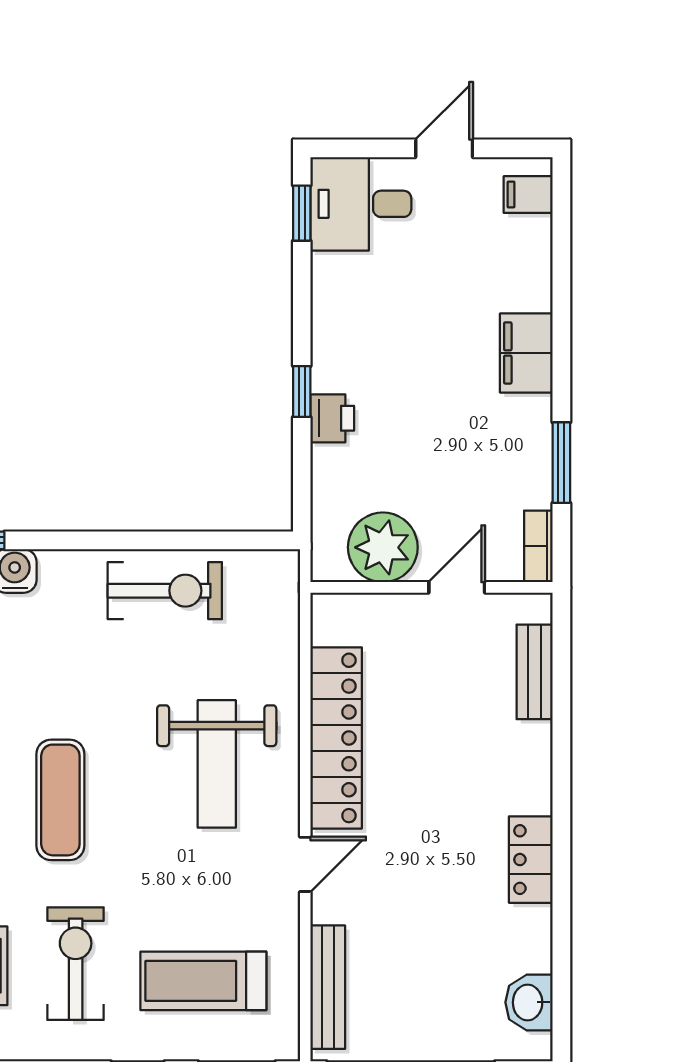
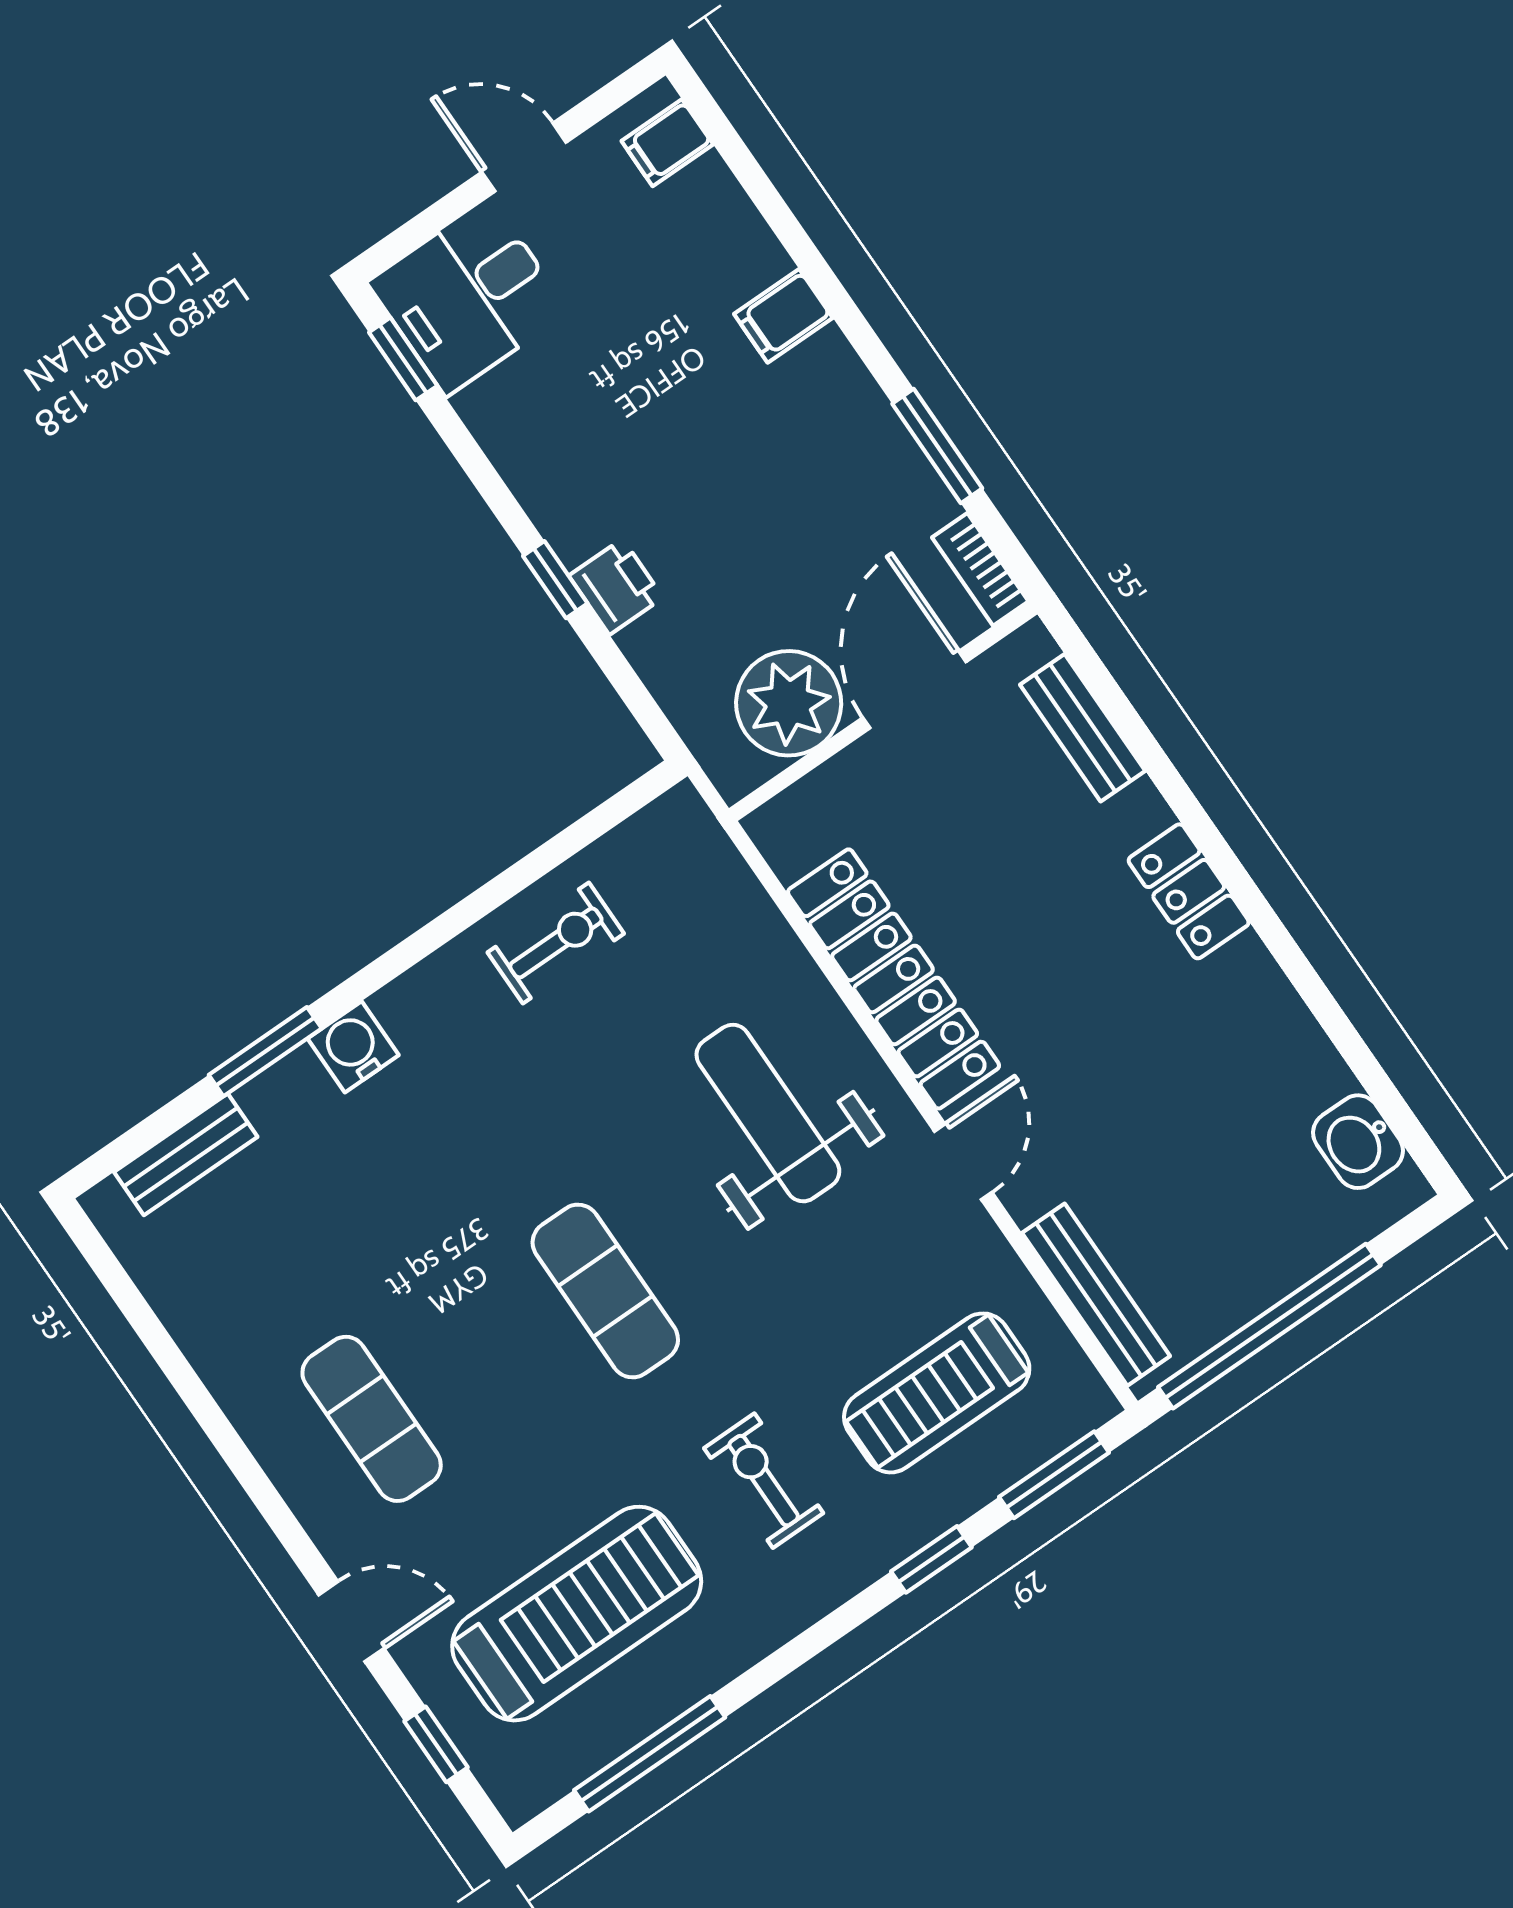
door: (444, 148) -> (524, 157), hinge flipped
filing cabinet: (526, 353) -> (783, 316), width x0.50
door: (457, 587) -> (914, 690), width x1.38
exercise bike: (165, 591) -> (556, 943), width x0.73, depth x0.72
weight bench: (217, 764) -> (768, 1113), turned 180
locker: (531, 860) -> (1189, 891), moved
exercise bike: (76, 964) -> (764, 1481), width x0.73, depth x0.72

